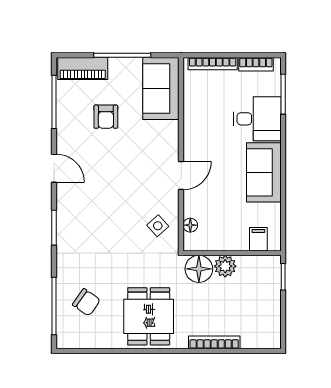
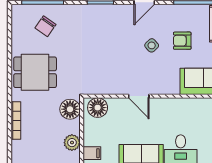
floor lamp: (190, 225) -> (98, 108), width x1.89, depth x1.89
side table: (158, 226) -> (152, 45), moved
plant: (225, 266) -> (72, 143), moved

